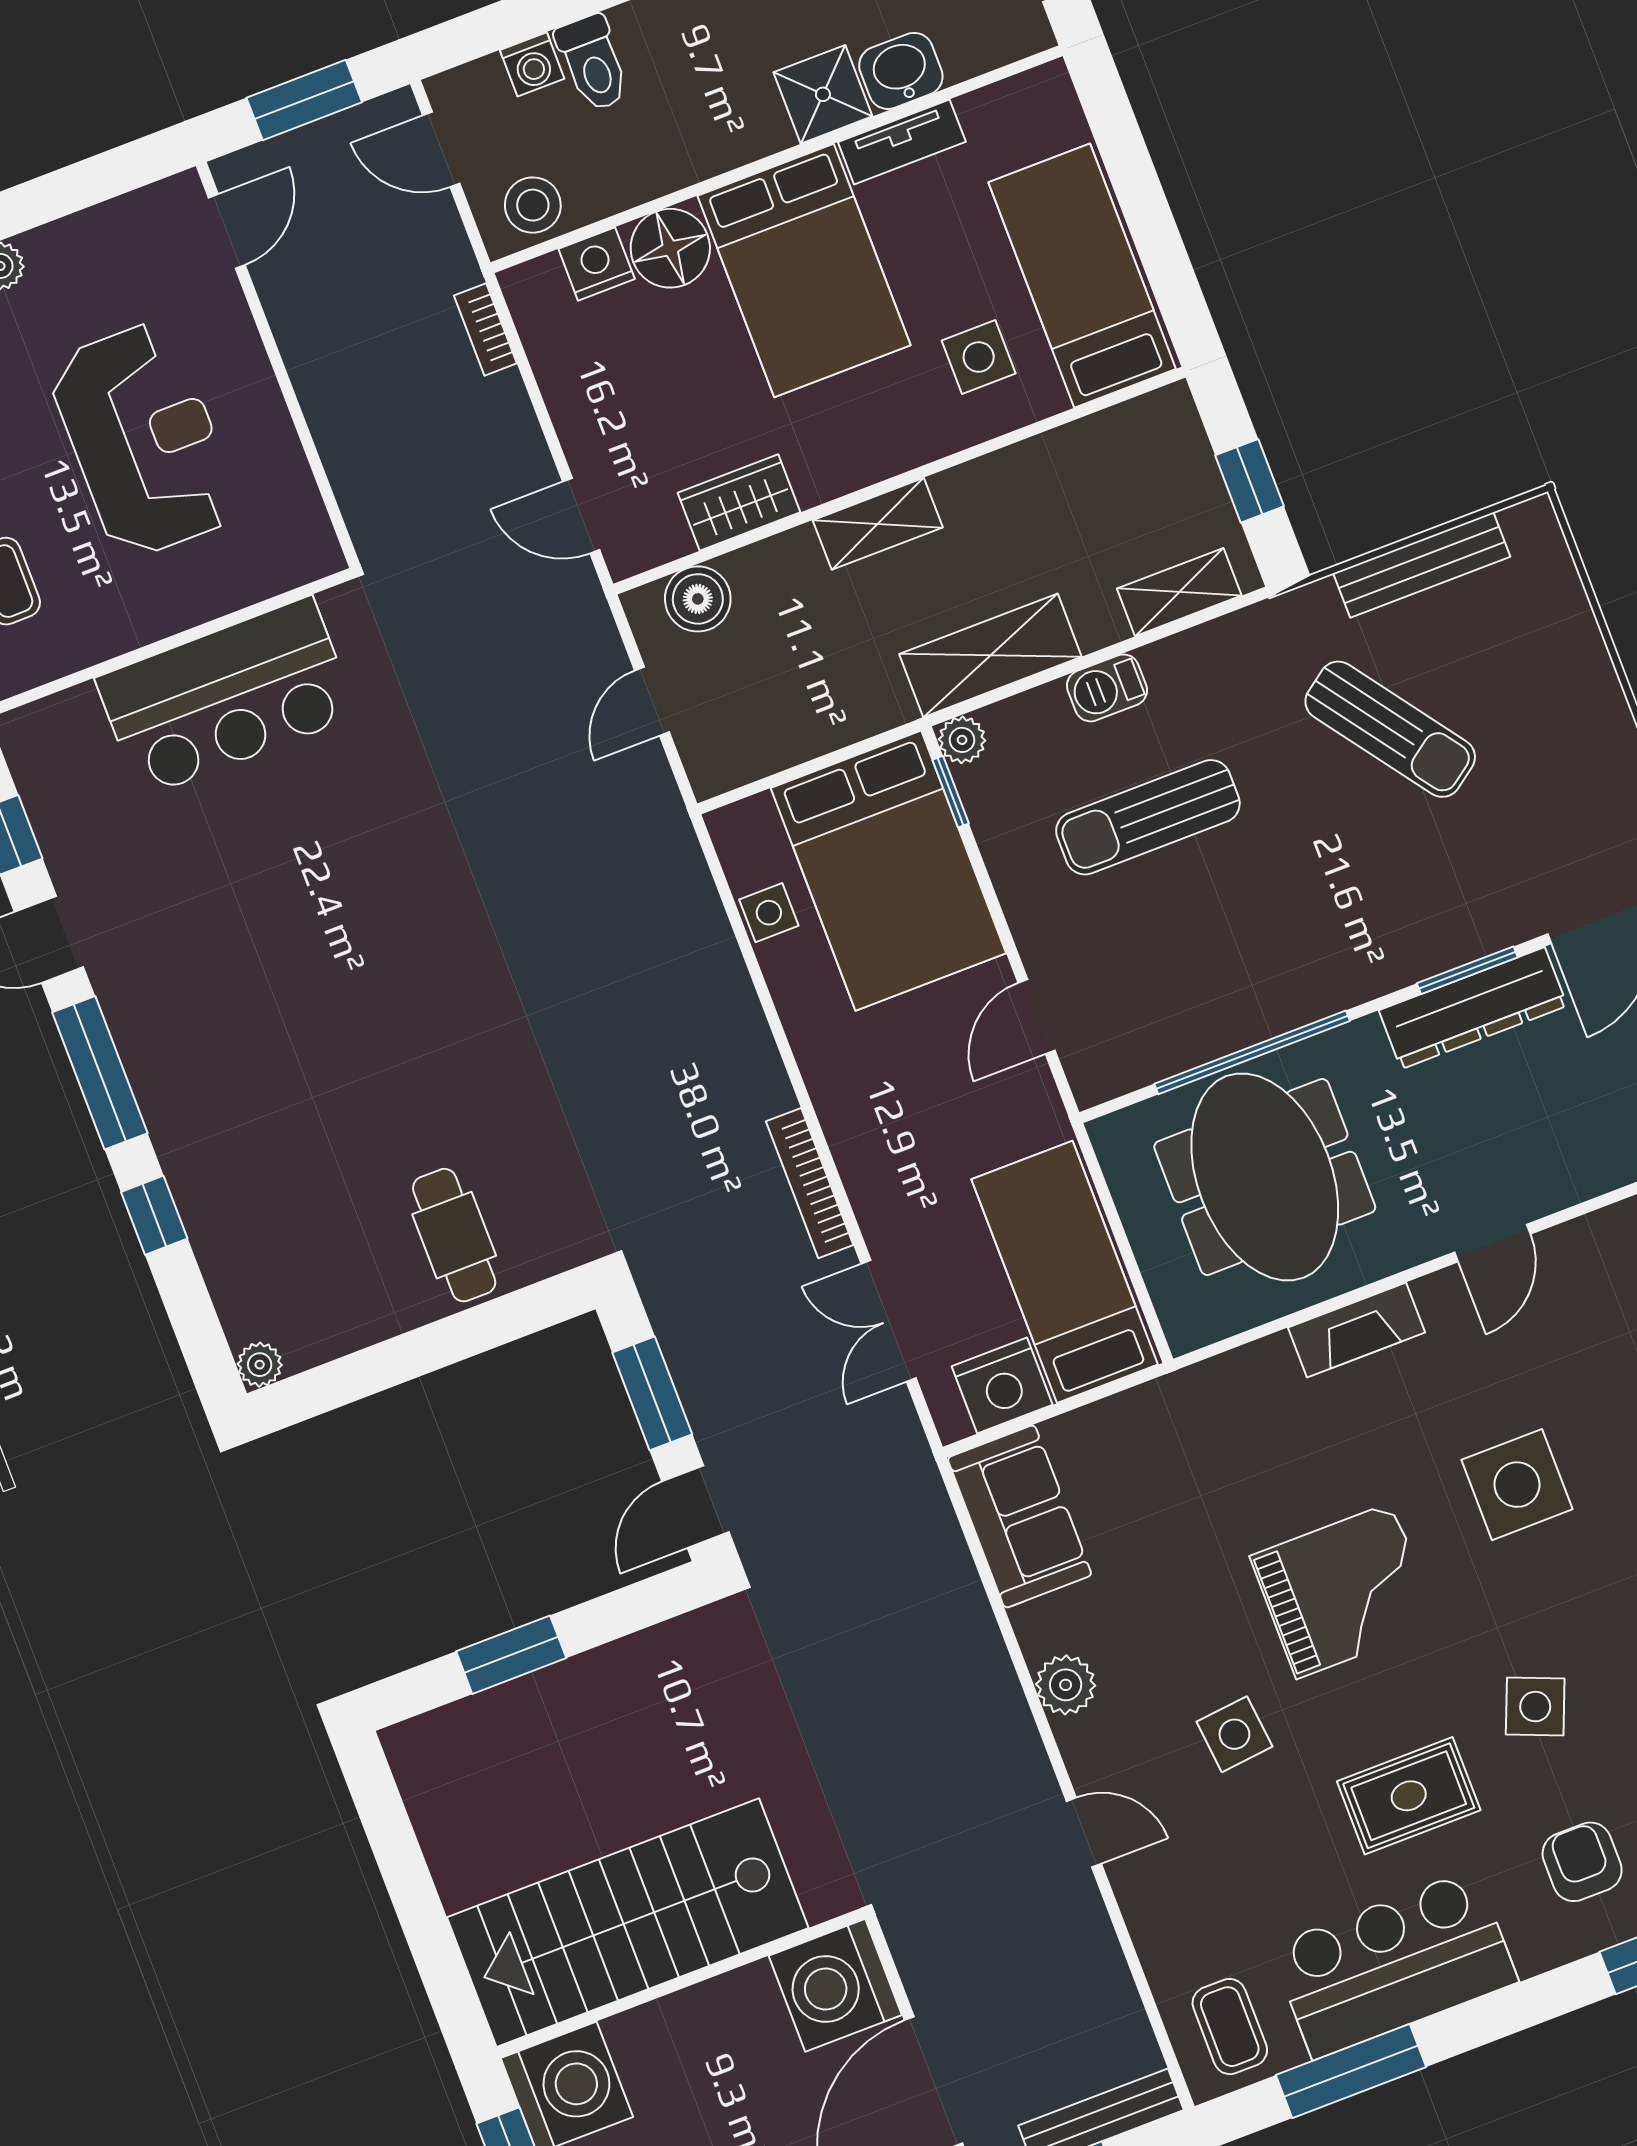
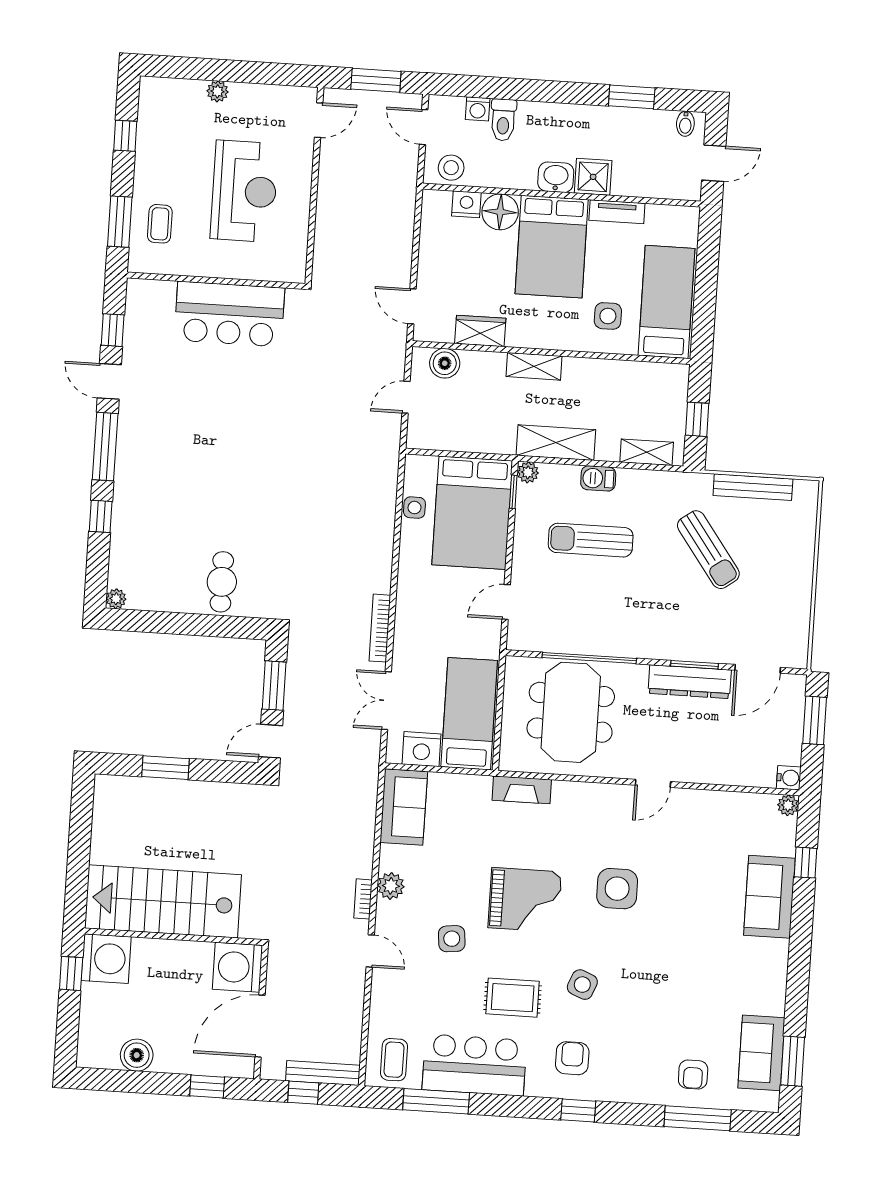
washbasin: (901, 71) -> (556, 177), moved
bookcase: (485, 329) -> (363, 899), moved
fireplace: (1356, 1330) -> (522, 790), moved

